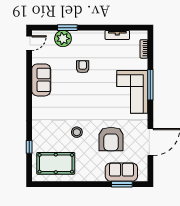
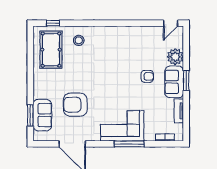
window: (67, 28) -> (186, 80), moved
door: (29, 43) -> (171, 23), hinge flipped
sofa: (41, 80) -> (174, 82), moved, turned 90
stool: (77, 132) -> (79, 40), moved
window: (29, 147) -> (53, 23), moved

